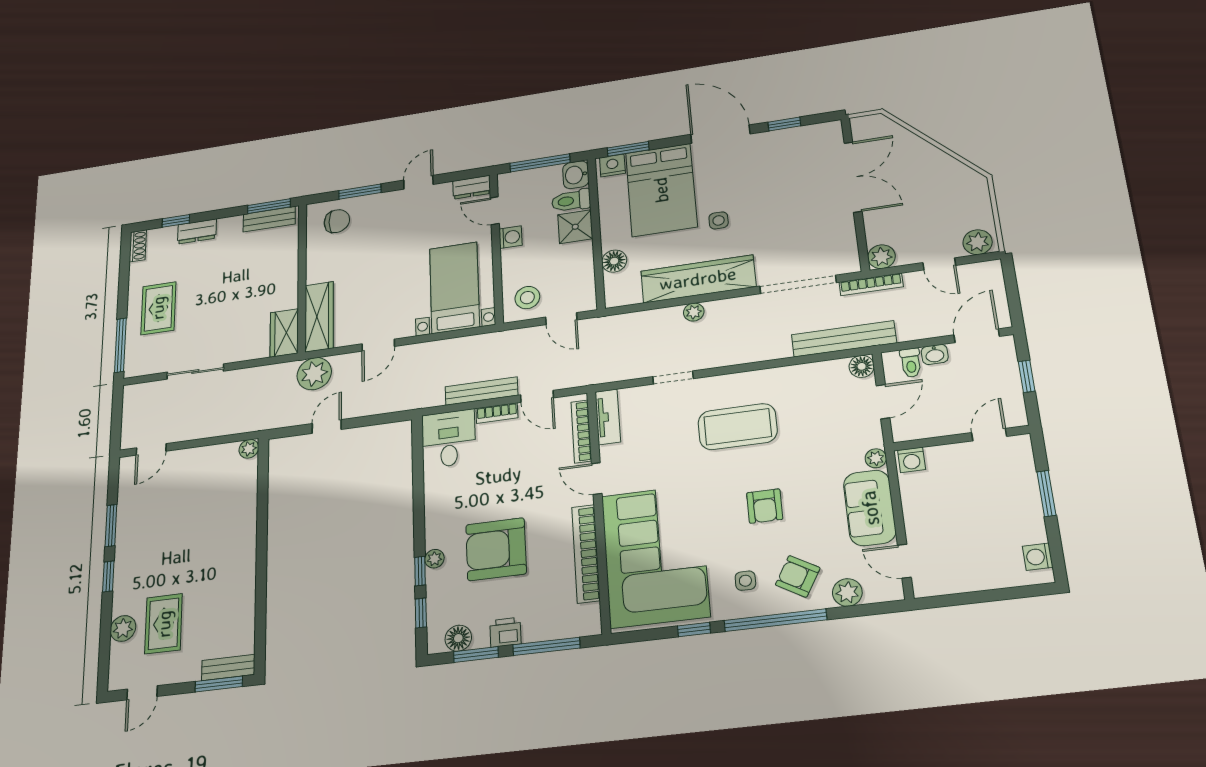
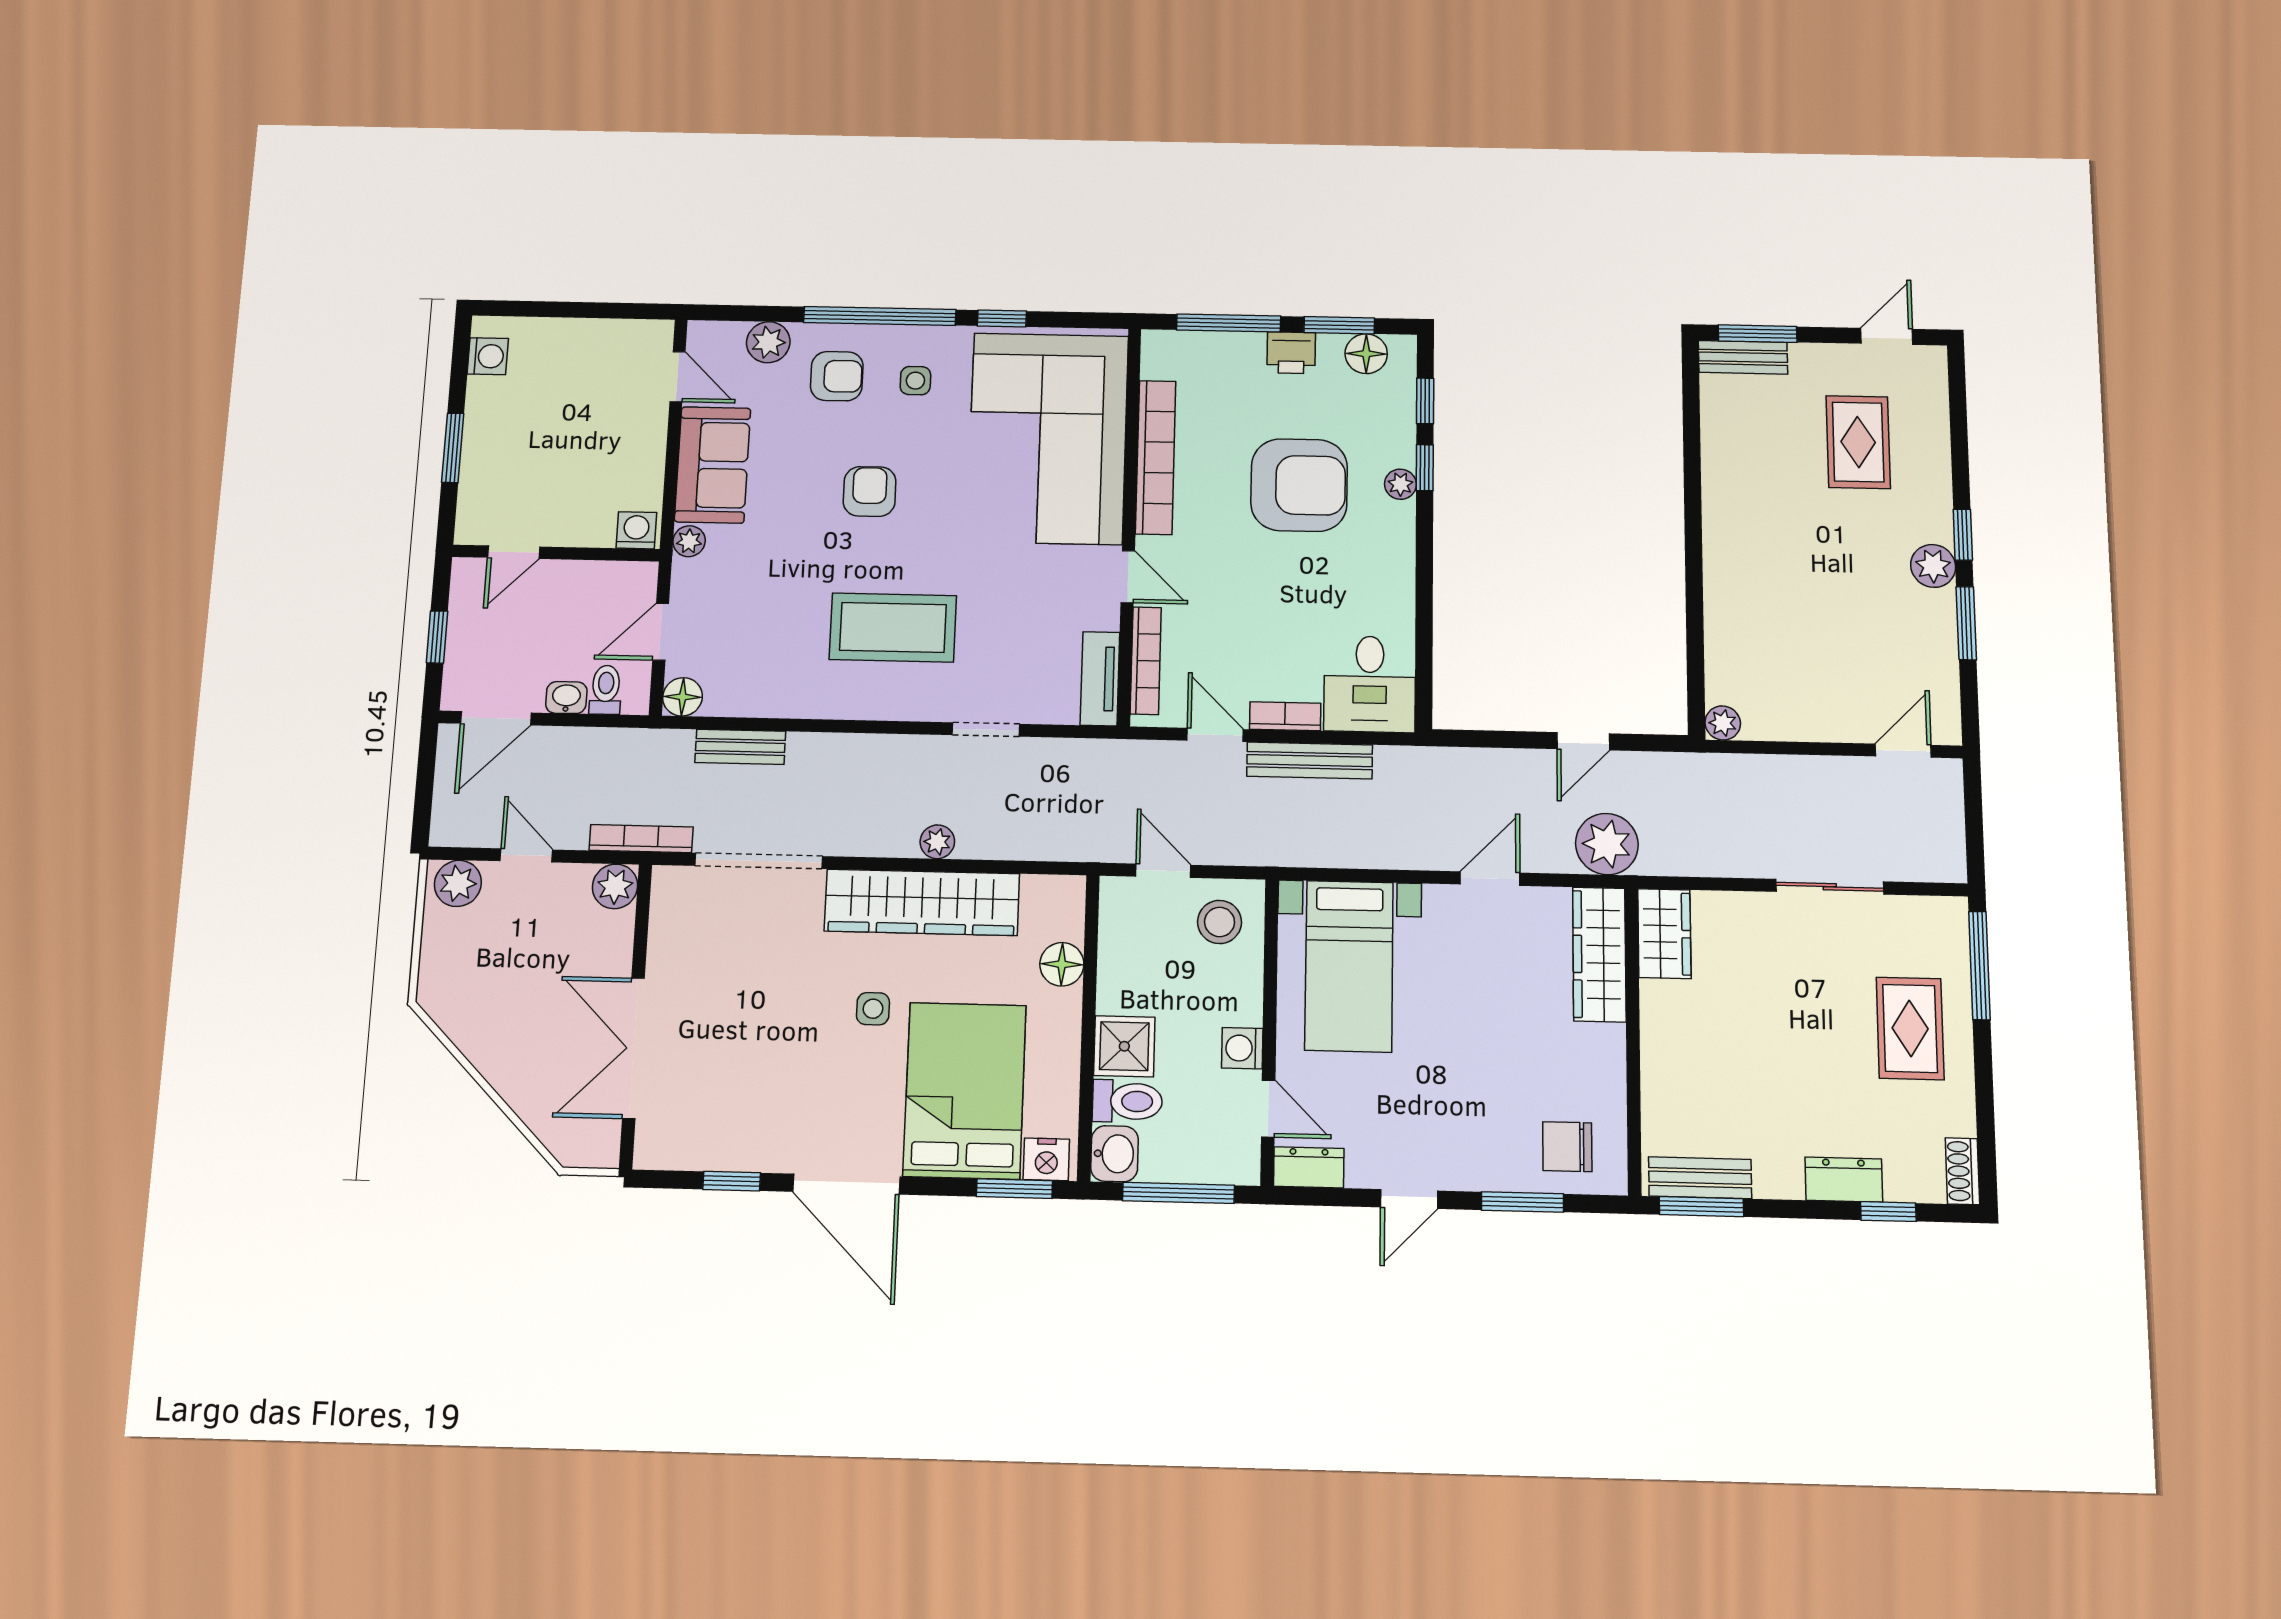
bench: (844, 339) -> (740, 747), width x0.54, depth x0.82
armchair: (798, 576) -> (837, 376), turned -30
plant: (123, 628) -> (1933, 566), moved

